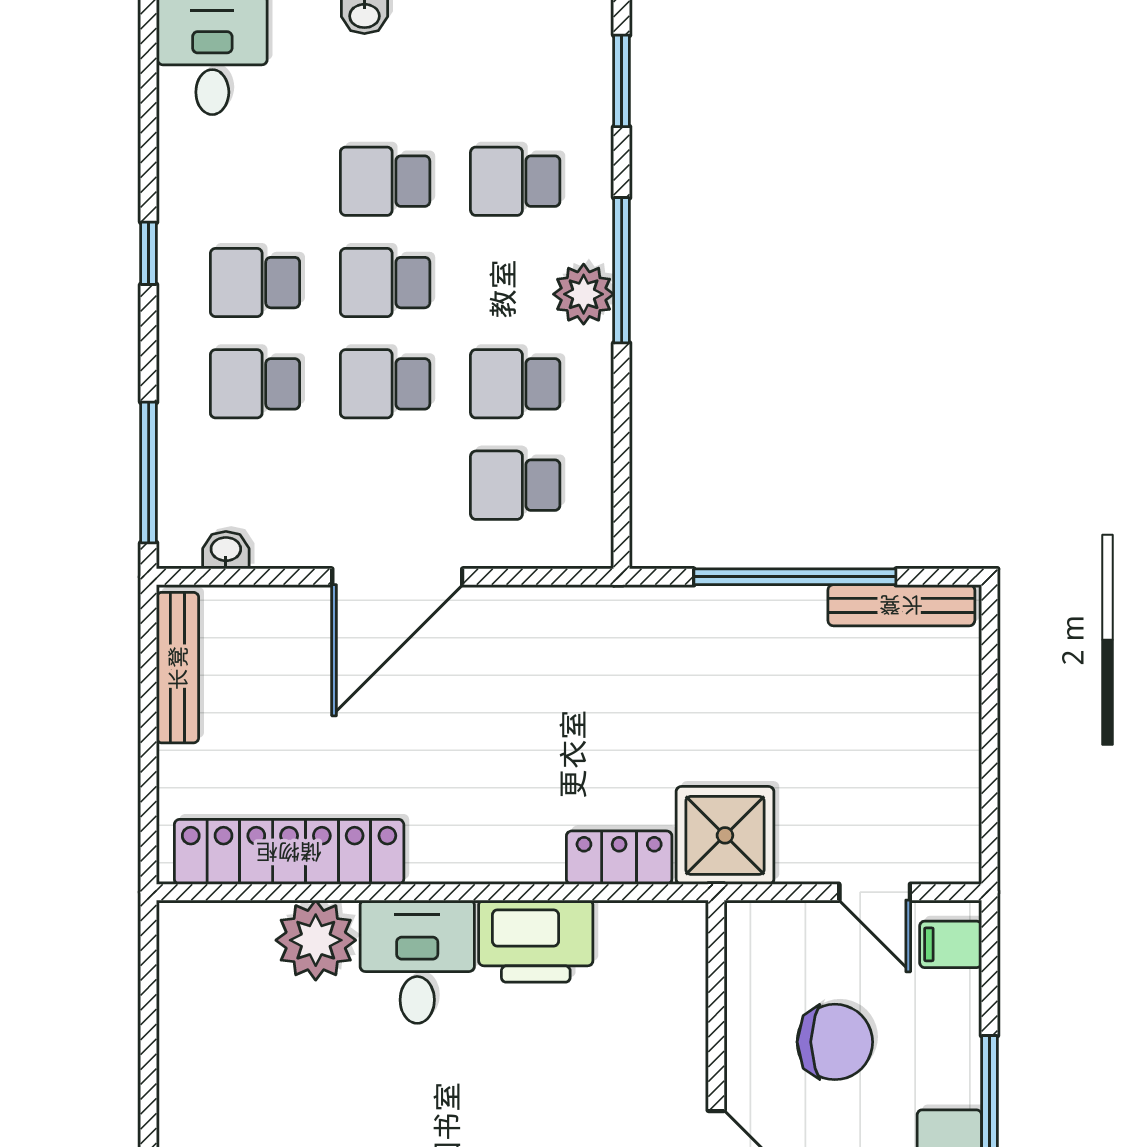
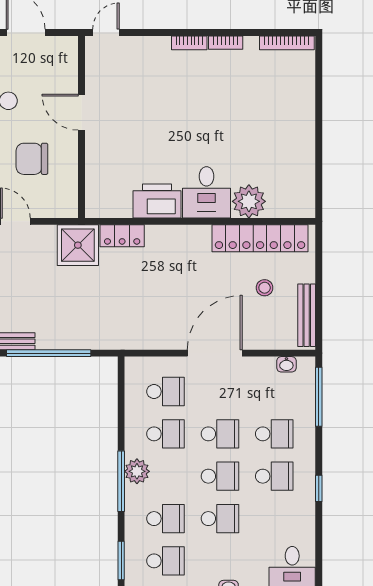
school desk: (515, 80) -> (166, 561), added
stool: (278, 733) -> (265, 288), added

